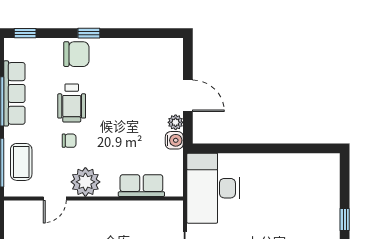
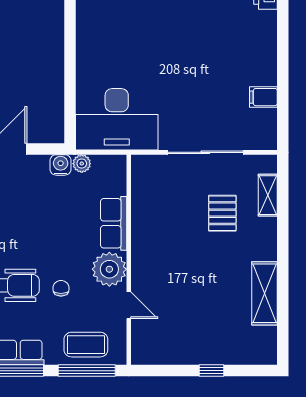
plant: (176, 122) -> (82, 164), moved
row of seats: (141, 186) -> (114, 223), moved

